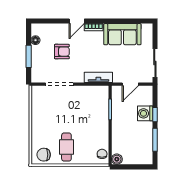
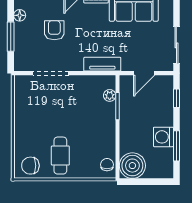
armchair: (62, 52) -> (54, 30), turned -90
plant: (104, 101) -> (110, 95), added
washing machine: (145, 113) -> (163, 137), moved
window: (155, 115) -> (176, 98), moved
boiler: (117, 159) -> (132, 166), width x1.86, depth x1.86

